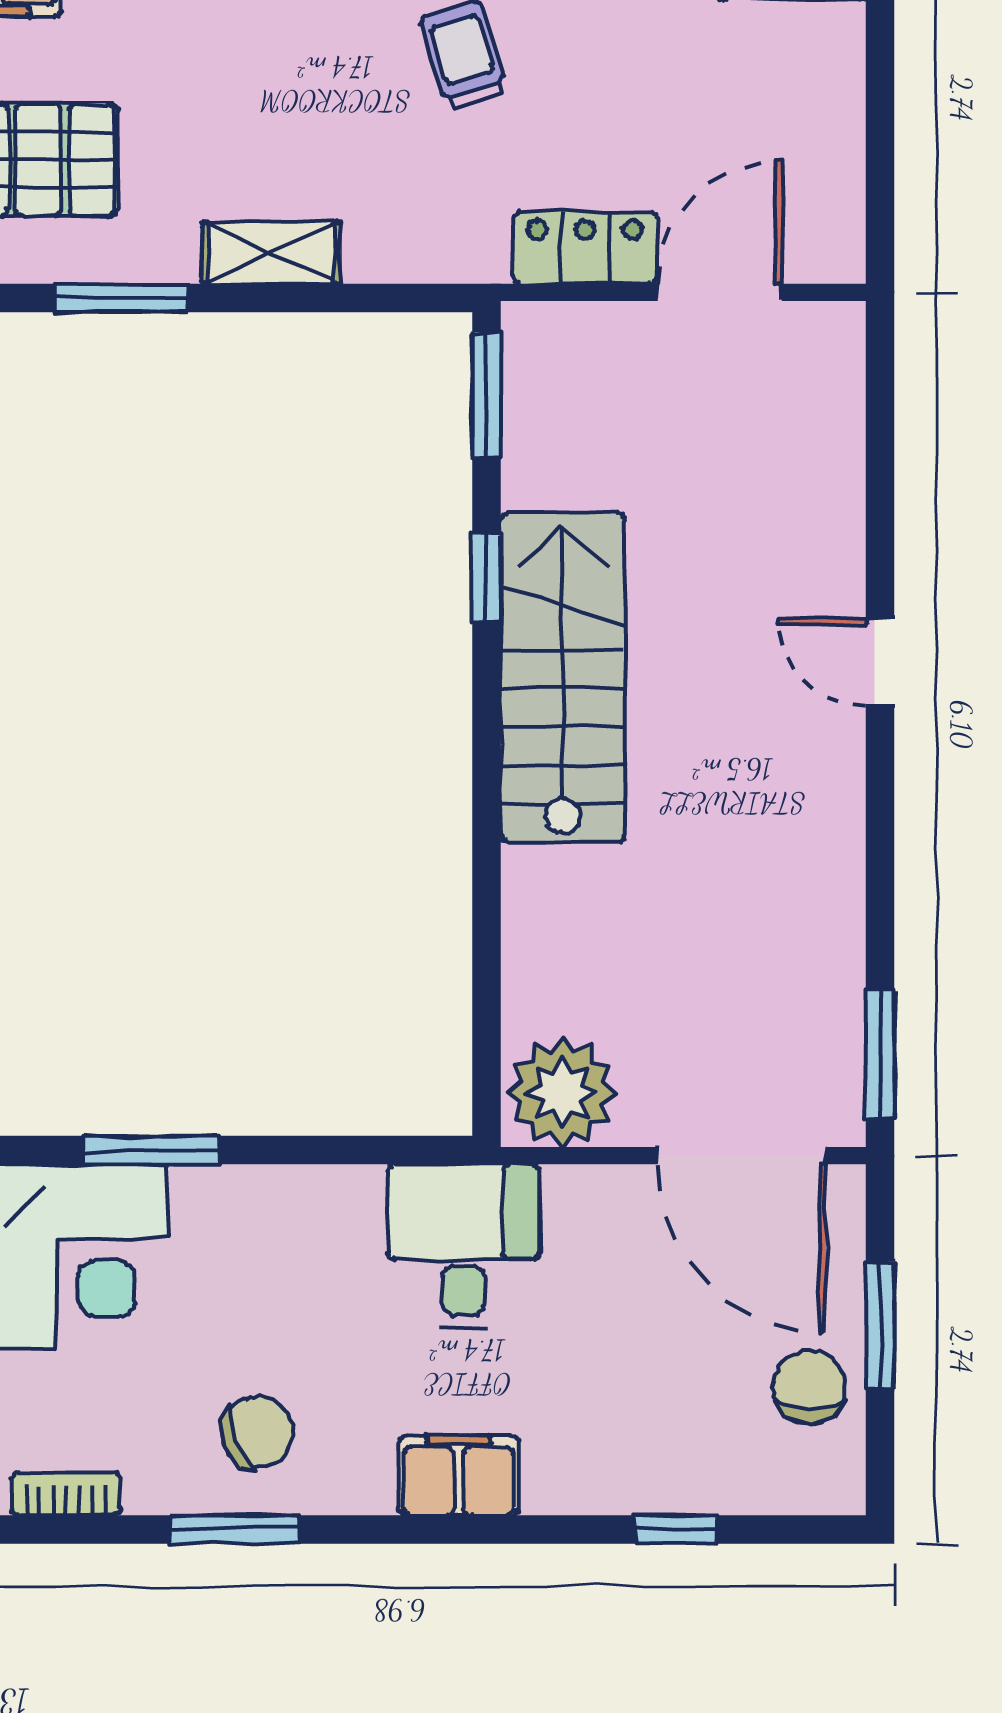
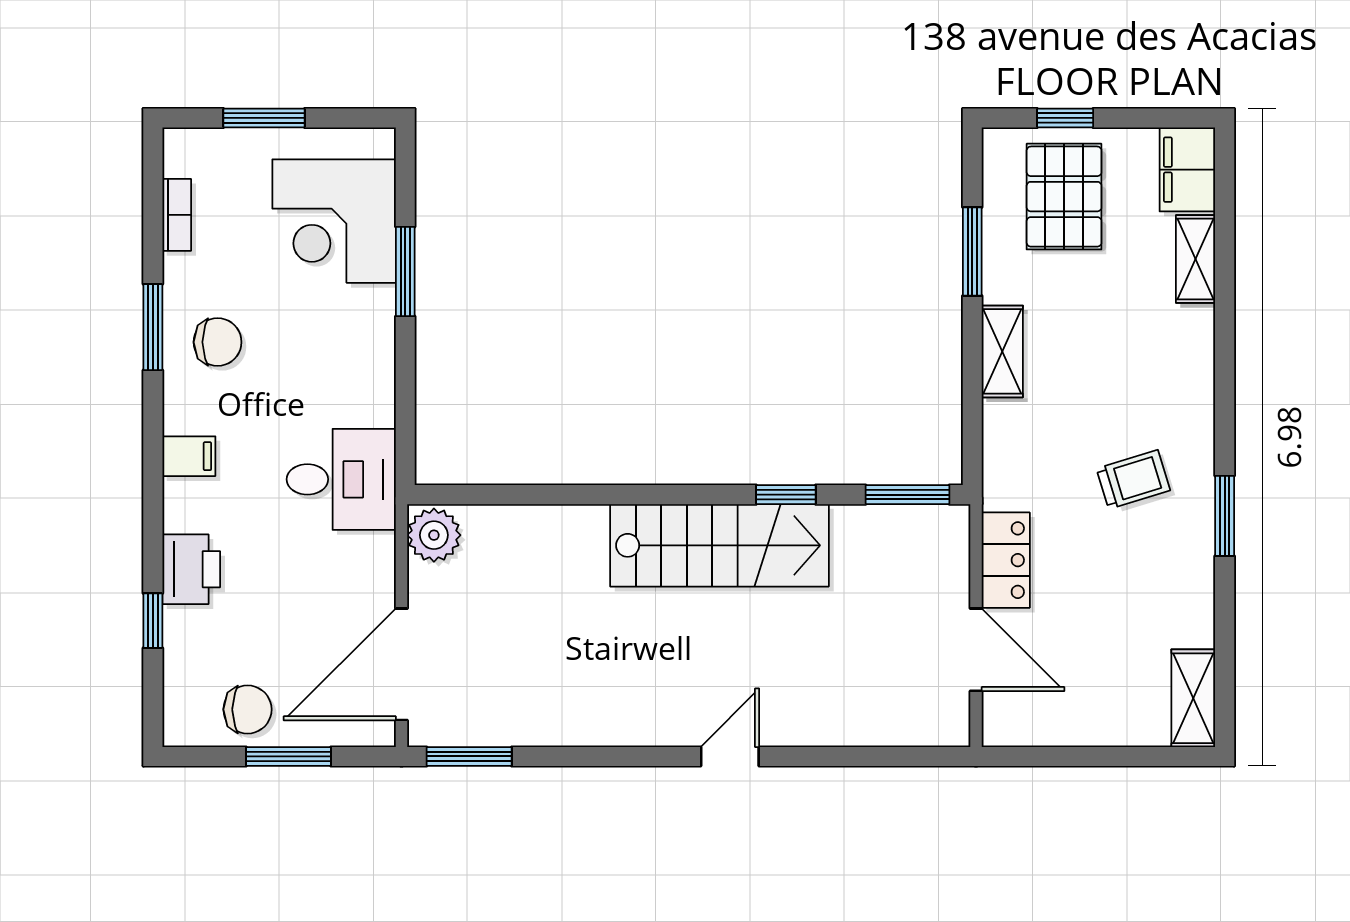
plant: (562, 1092) -> (434, 535), width x0.73, depth x0.73
chair: (257, 1432) -> (218, 342), turned -68
printer: (599, 1472) -> (191, 569), added
filing cabinet: (459, 1475) -> (189, 456), width x0.50

